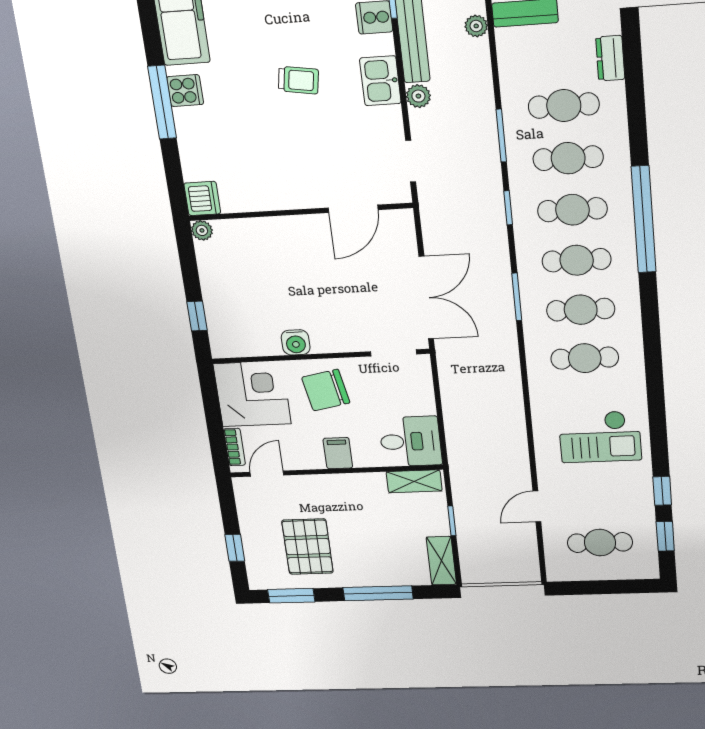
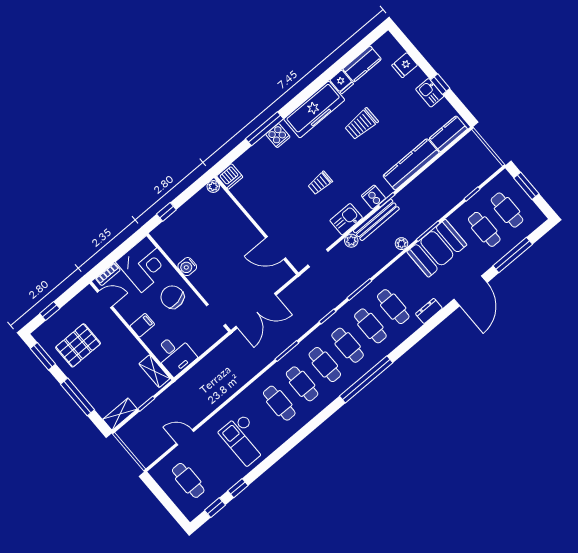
trolley: (298, 80) -> (320, 183), turned 81

